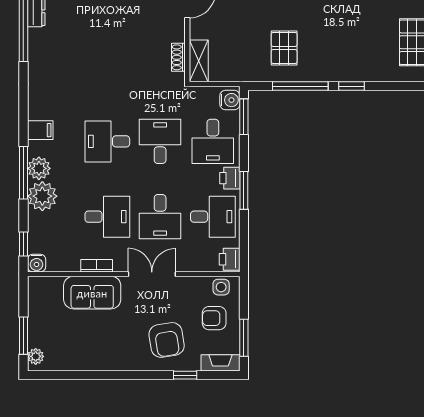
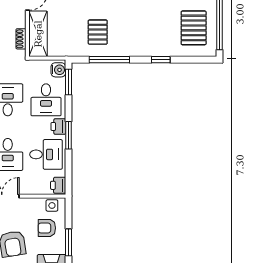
shelving: (199, 61) -> (38, 34), width x1.50, depth x1.33
window: (352, 86) -> (161, 60), moved

